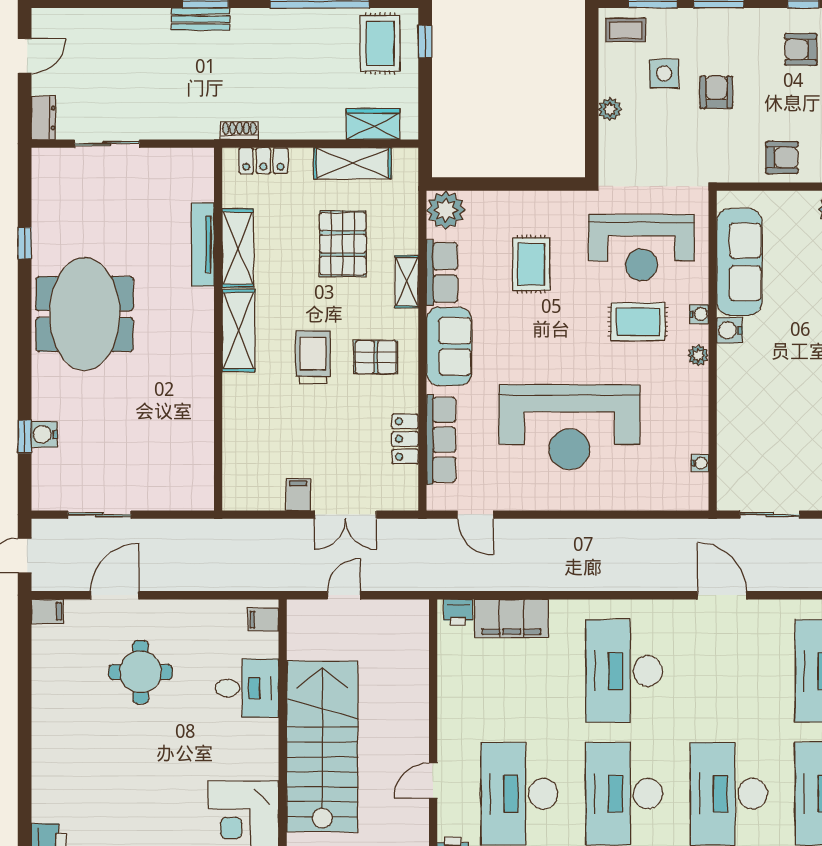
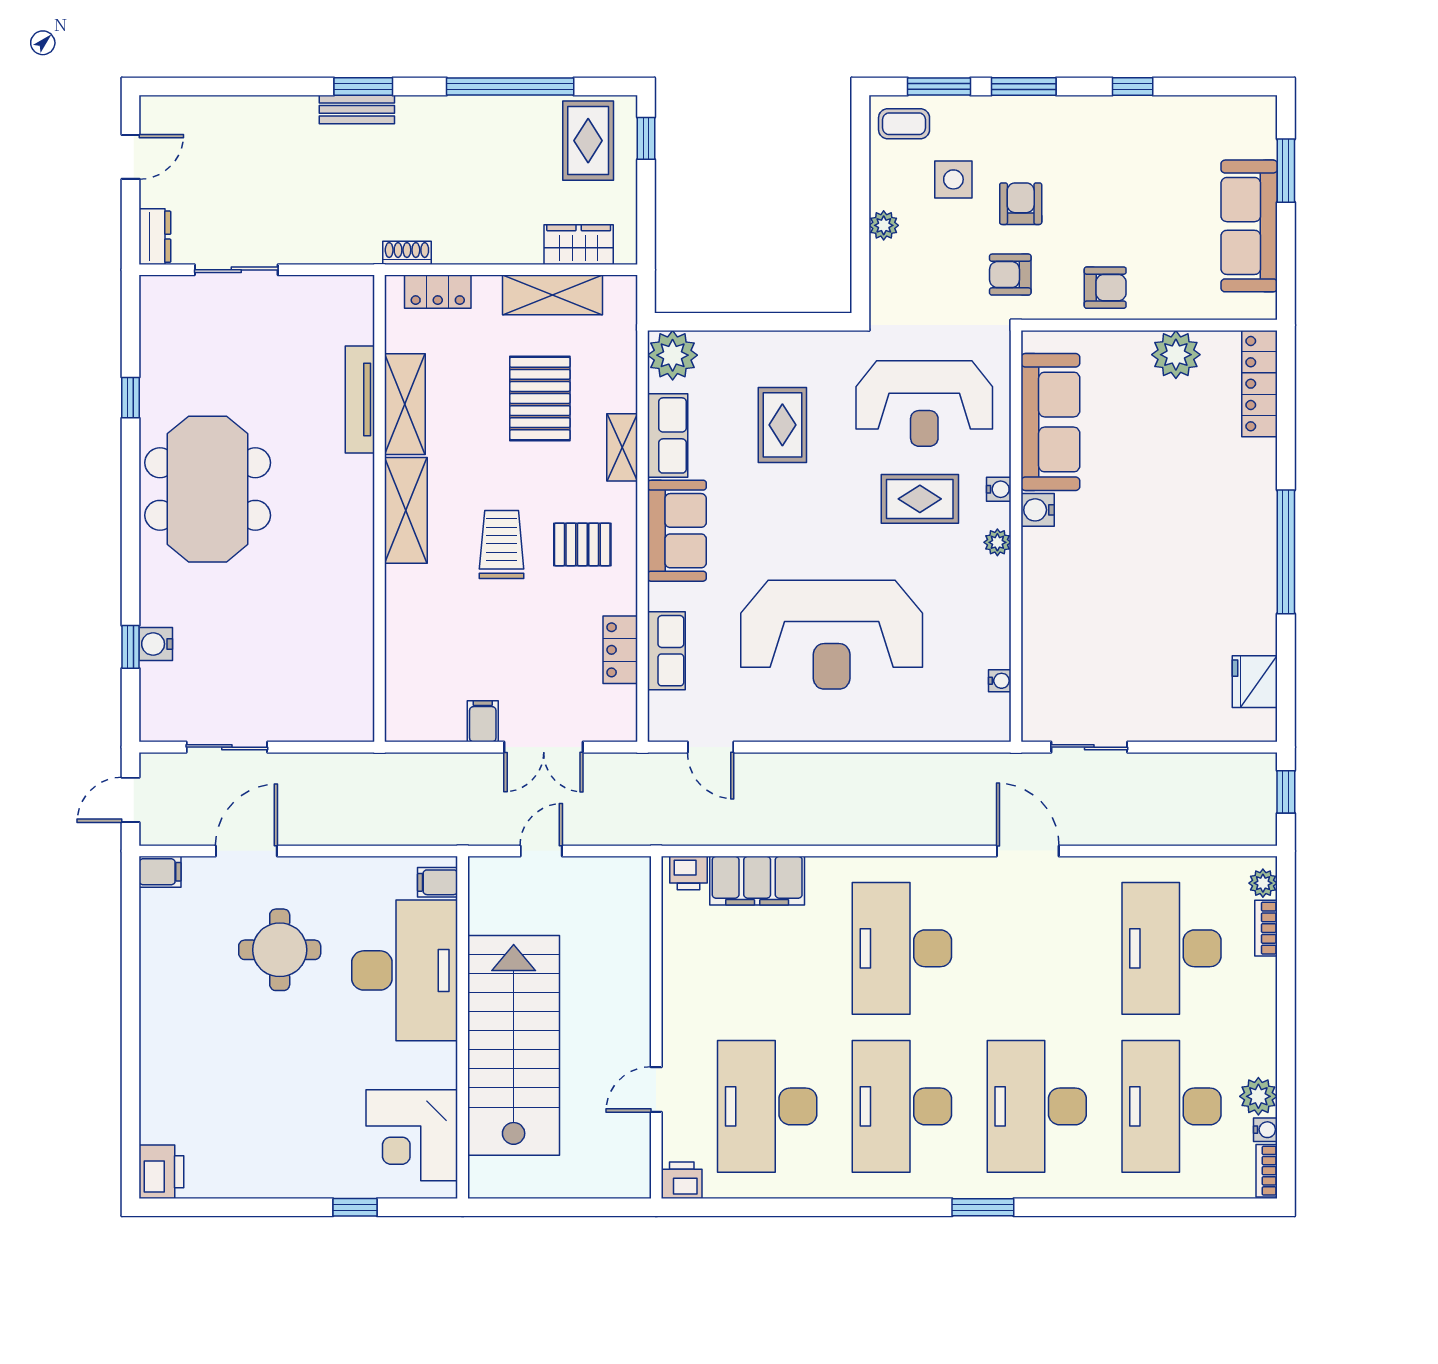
armchair: (801, 49) -> (1010, 275), moved
row of seats: (441, 440) -> (666, 651), width x0.68
desk: (247, 688) -> (405, 970), width x1.87, depth x1.30

